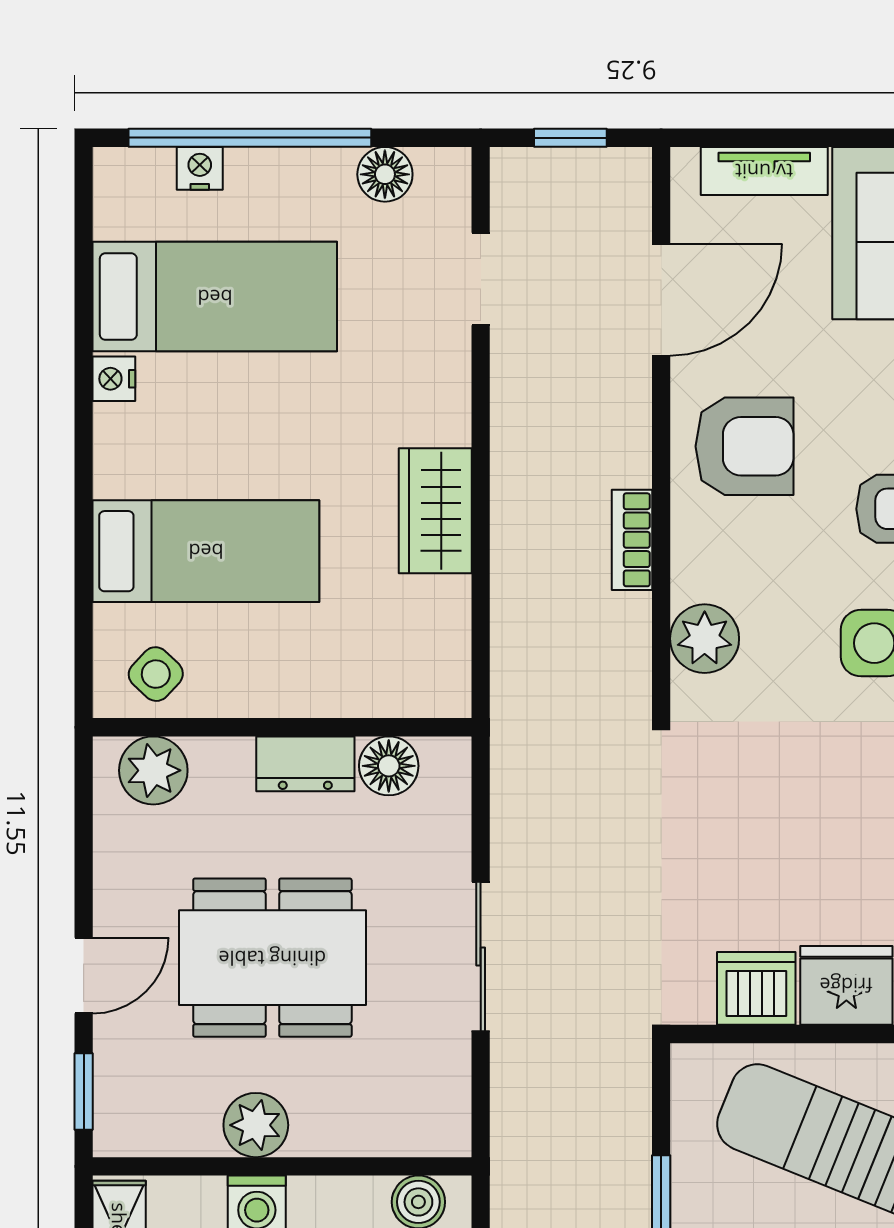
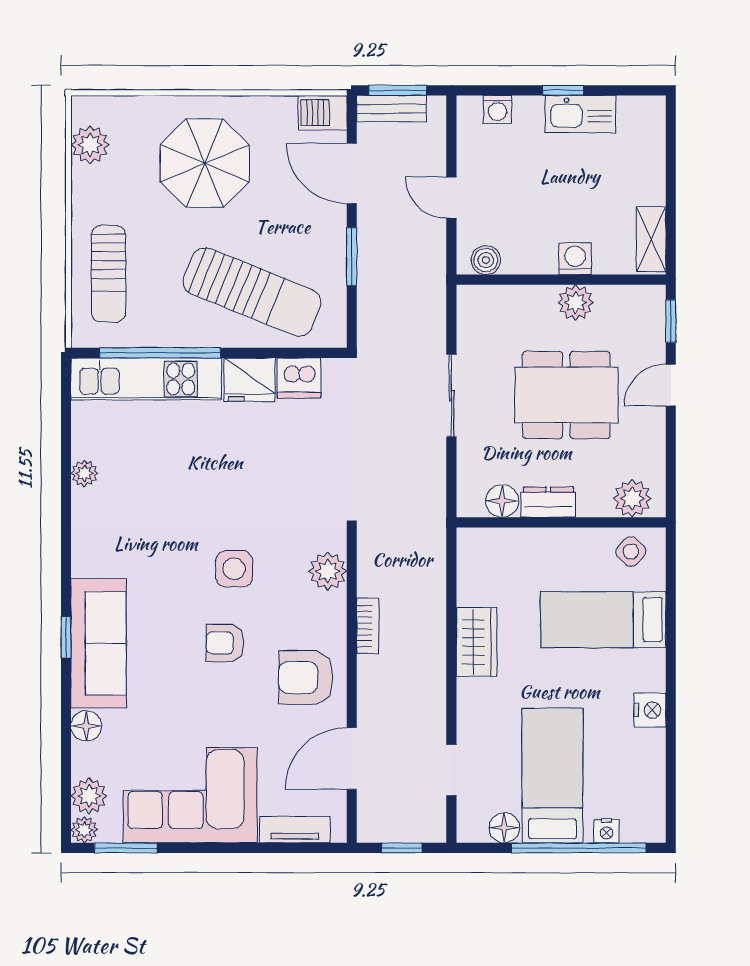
bed: (215, 297) -> (552, 776), moved, turned 90
nightstand: (114, 379) -> (650, 710), width x1.39, depth x1.35

